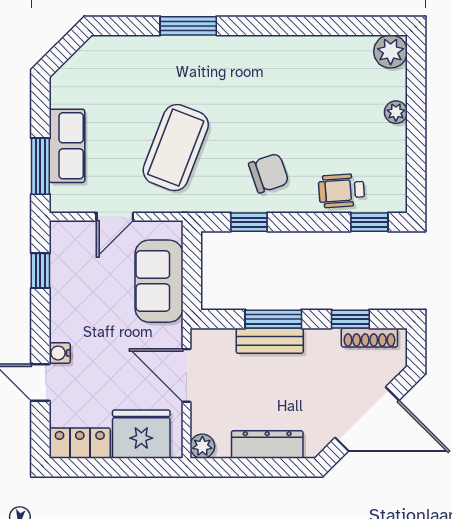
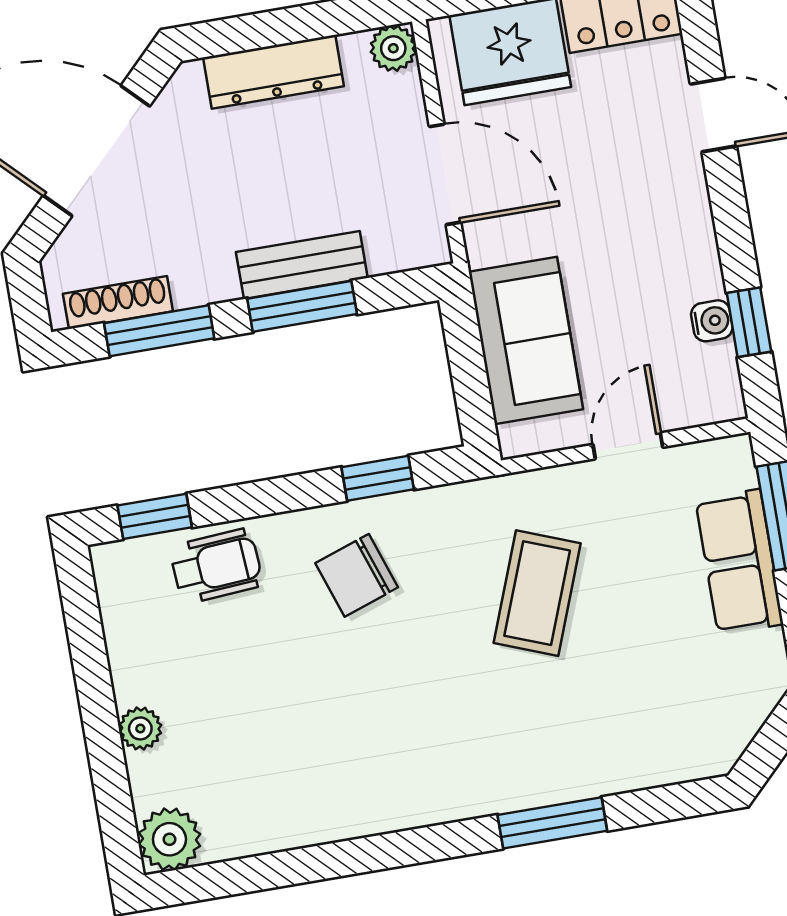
coffee table: (176, 148) -> (537, 593), width x0.73, depth x0.76
window: (350, 319) -> (159, 331), width x1.50
water cooler: (60, 353) -> (712, 321), moved

